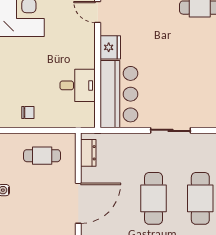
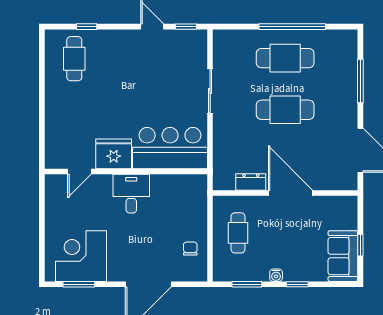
fridge: (110, 47) -> (114, 154), width x1.36, depth x1.34
desk: (78, 85) -> (131, 194), moved
dresser: (88, 153) -> (251, 182), moved

